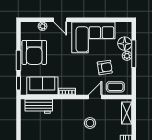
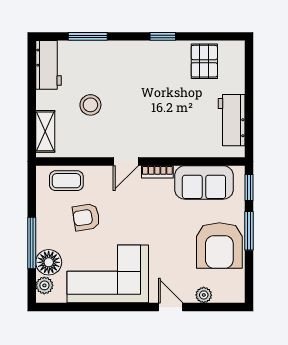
armchair: (34, 52) -> (219, 246), turned 180
plant: (127, 56) -> (44, 285), moved
door: (95, 97) -> (126, 161), moved
workbench: (39, 106) -> (232, 120), moved, turned -90
stool: (90, 123) -> (90, 105), moved

